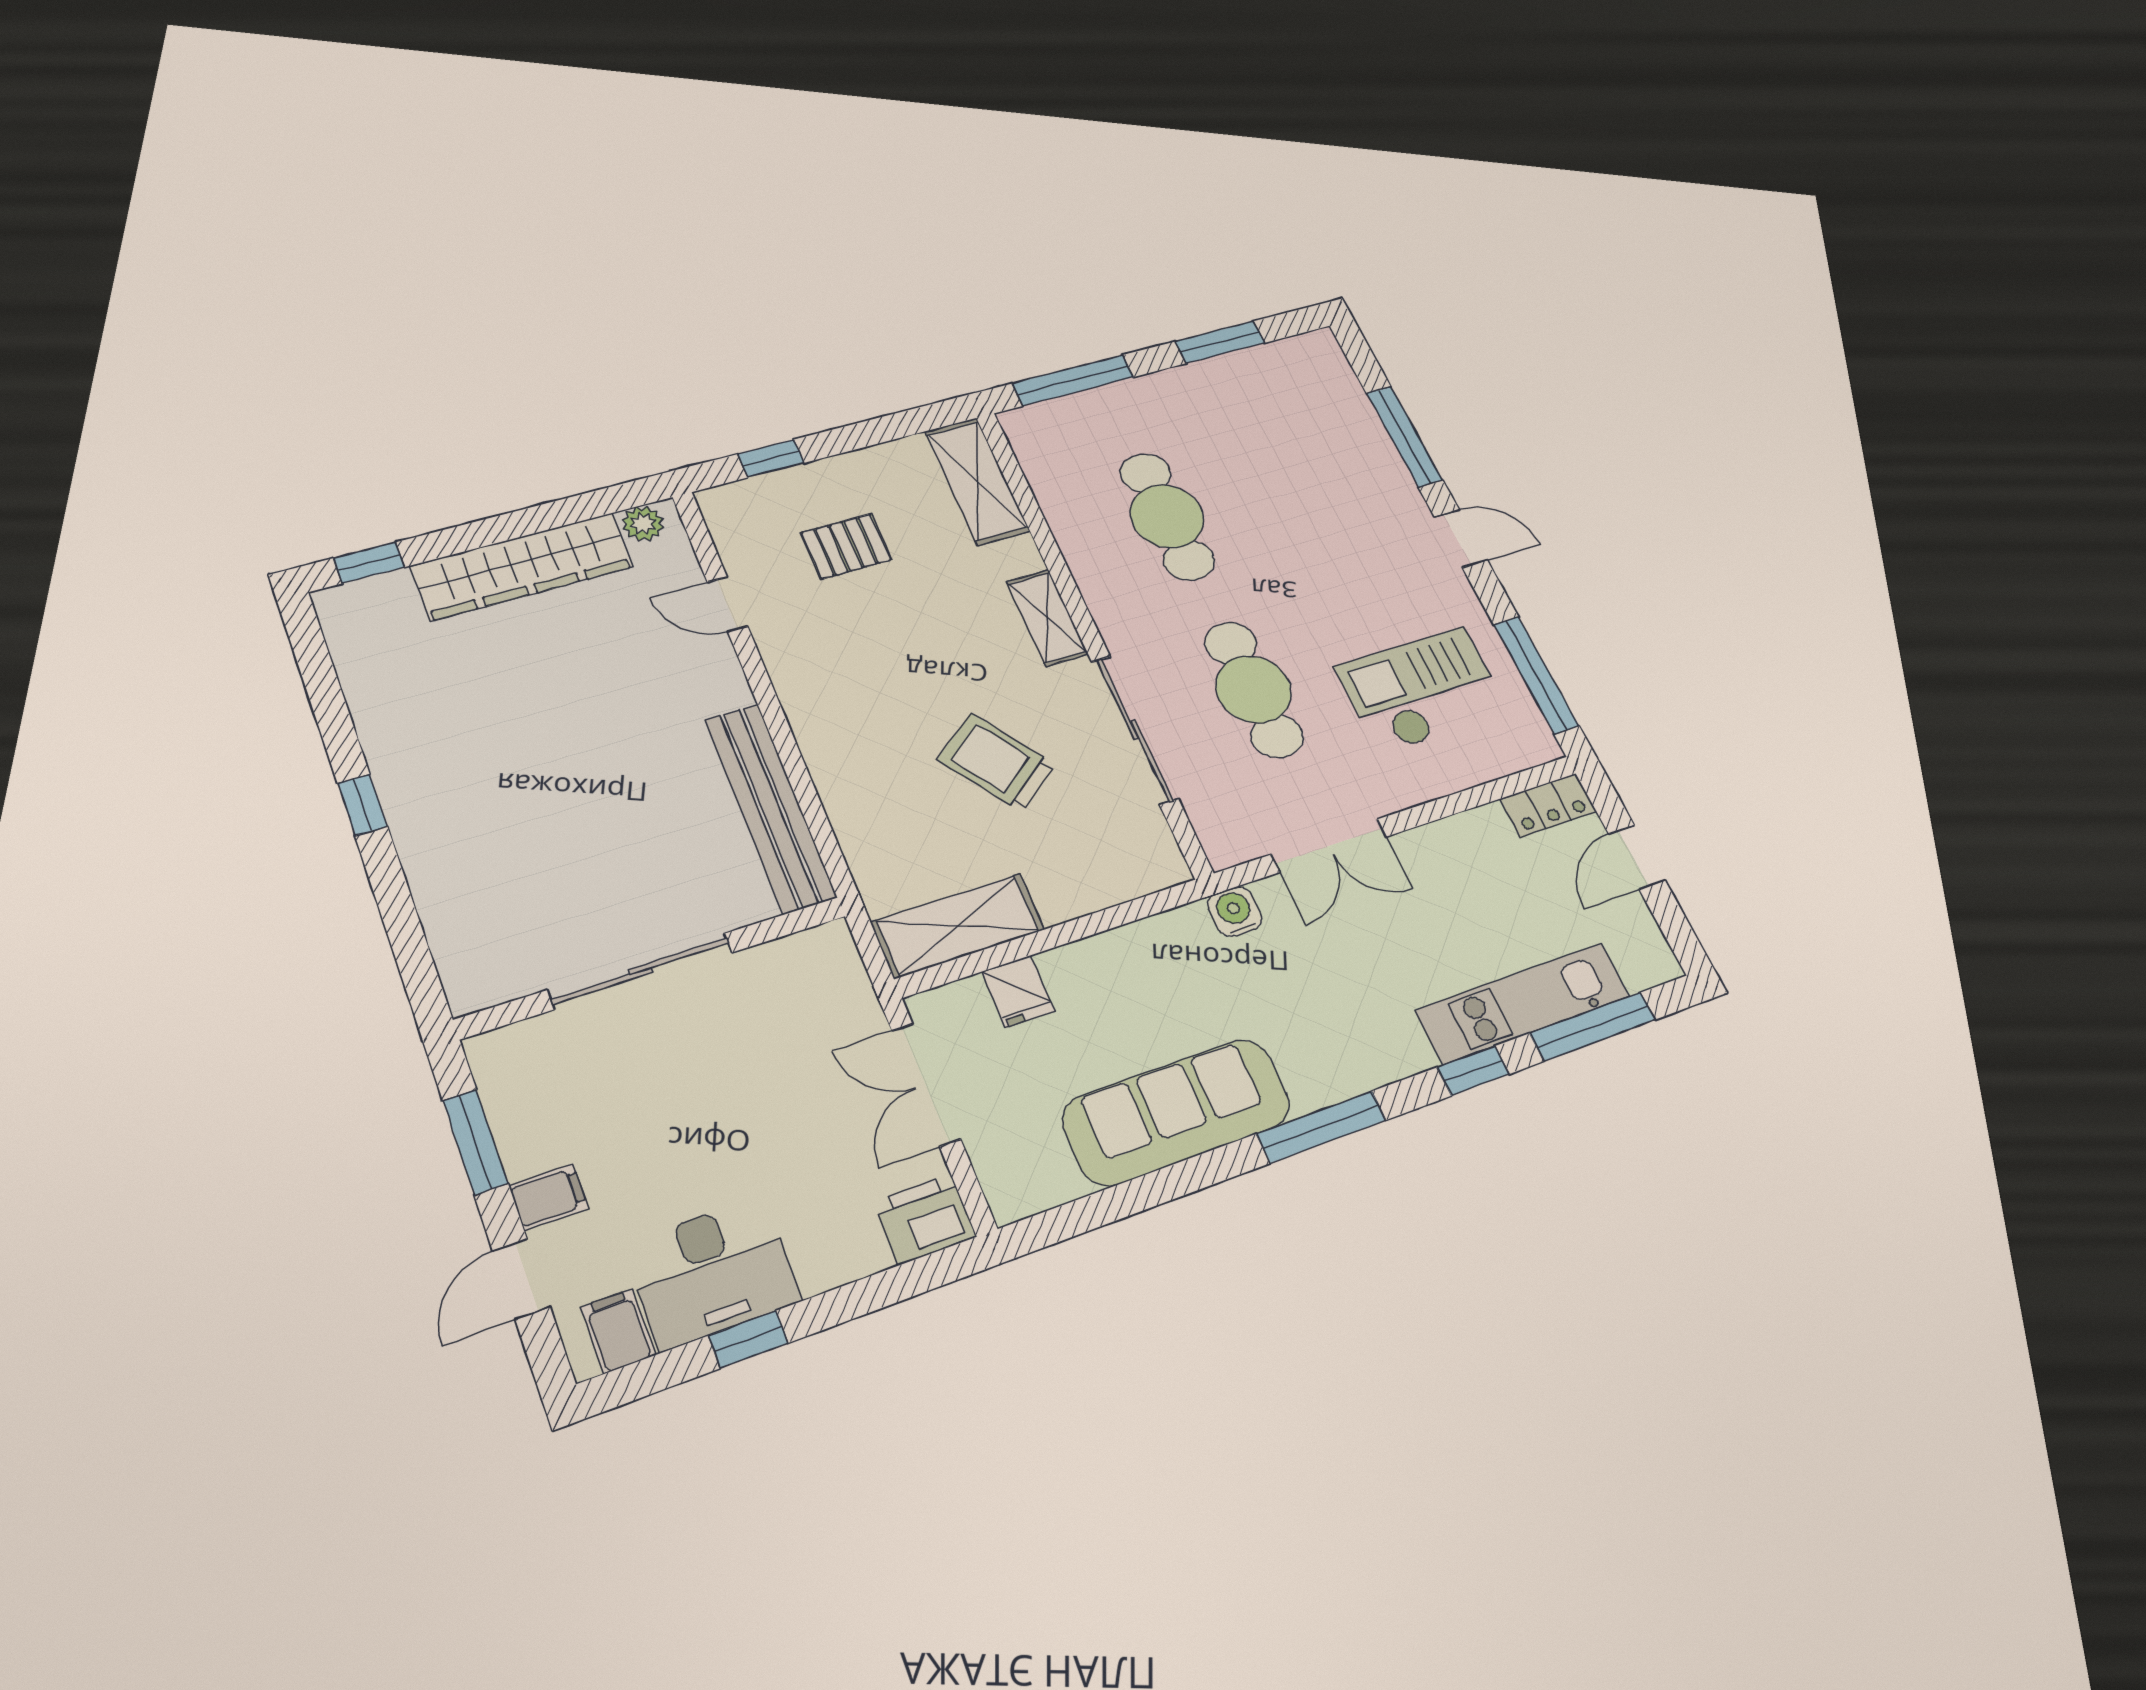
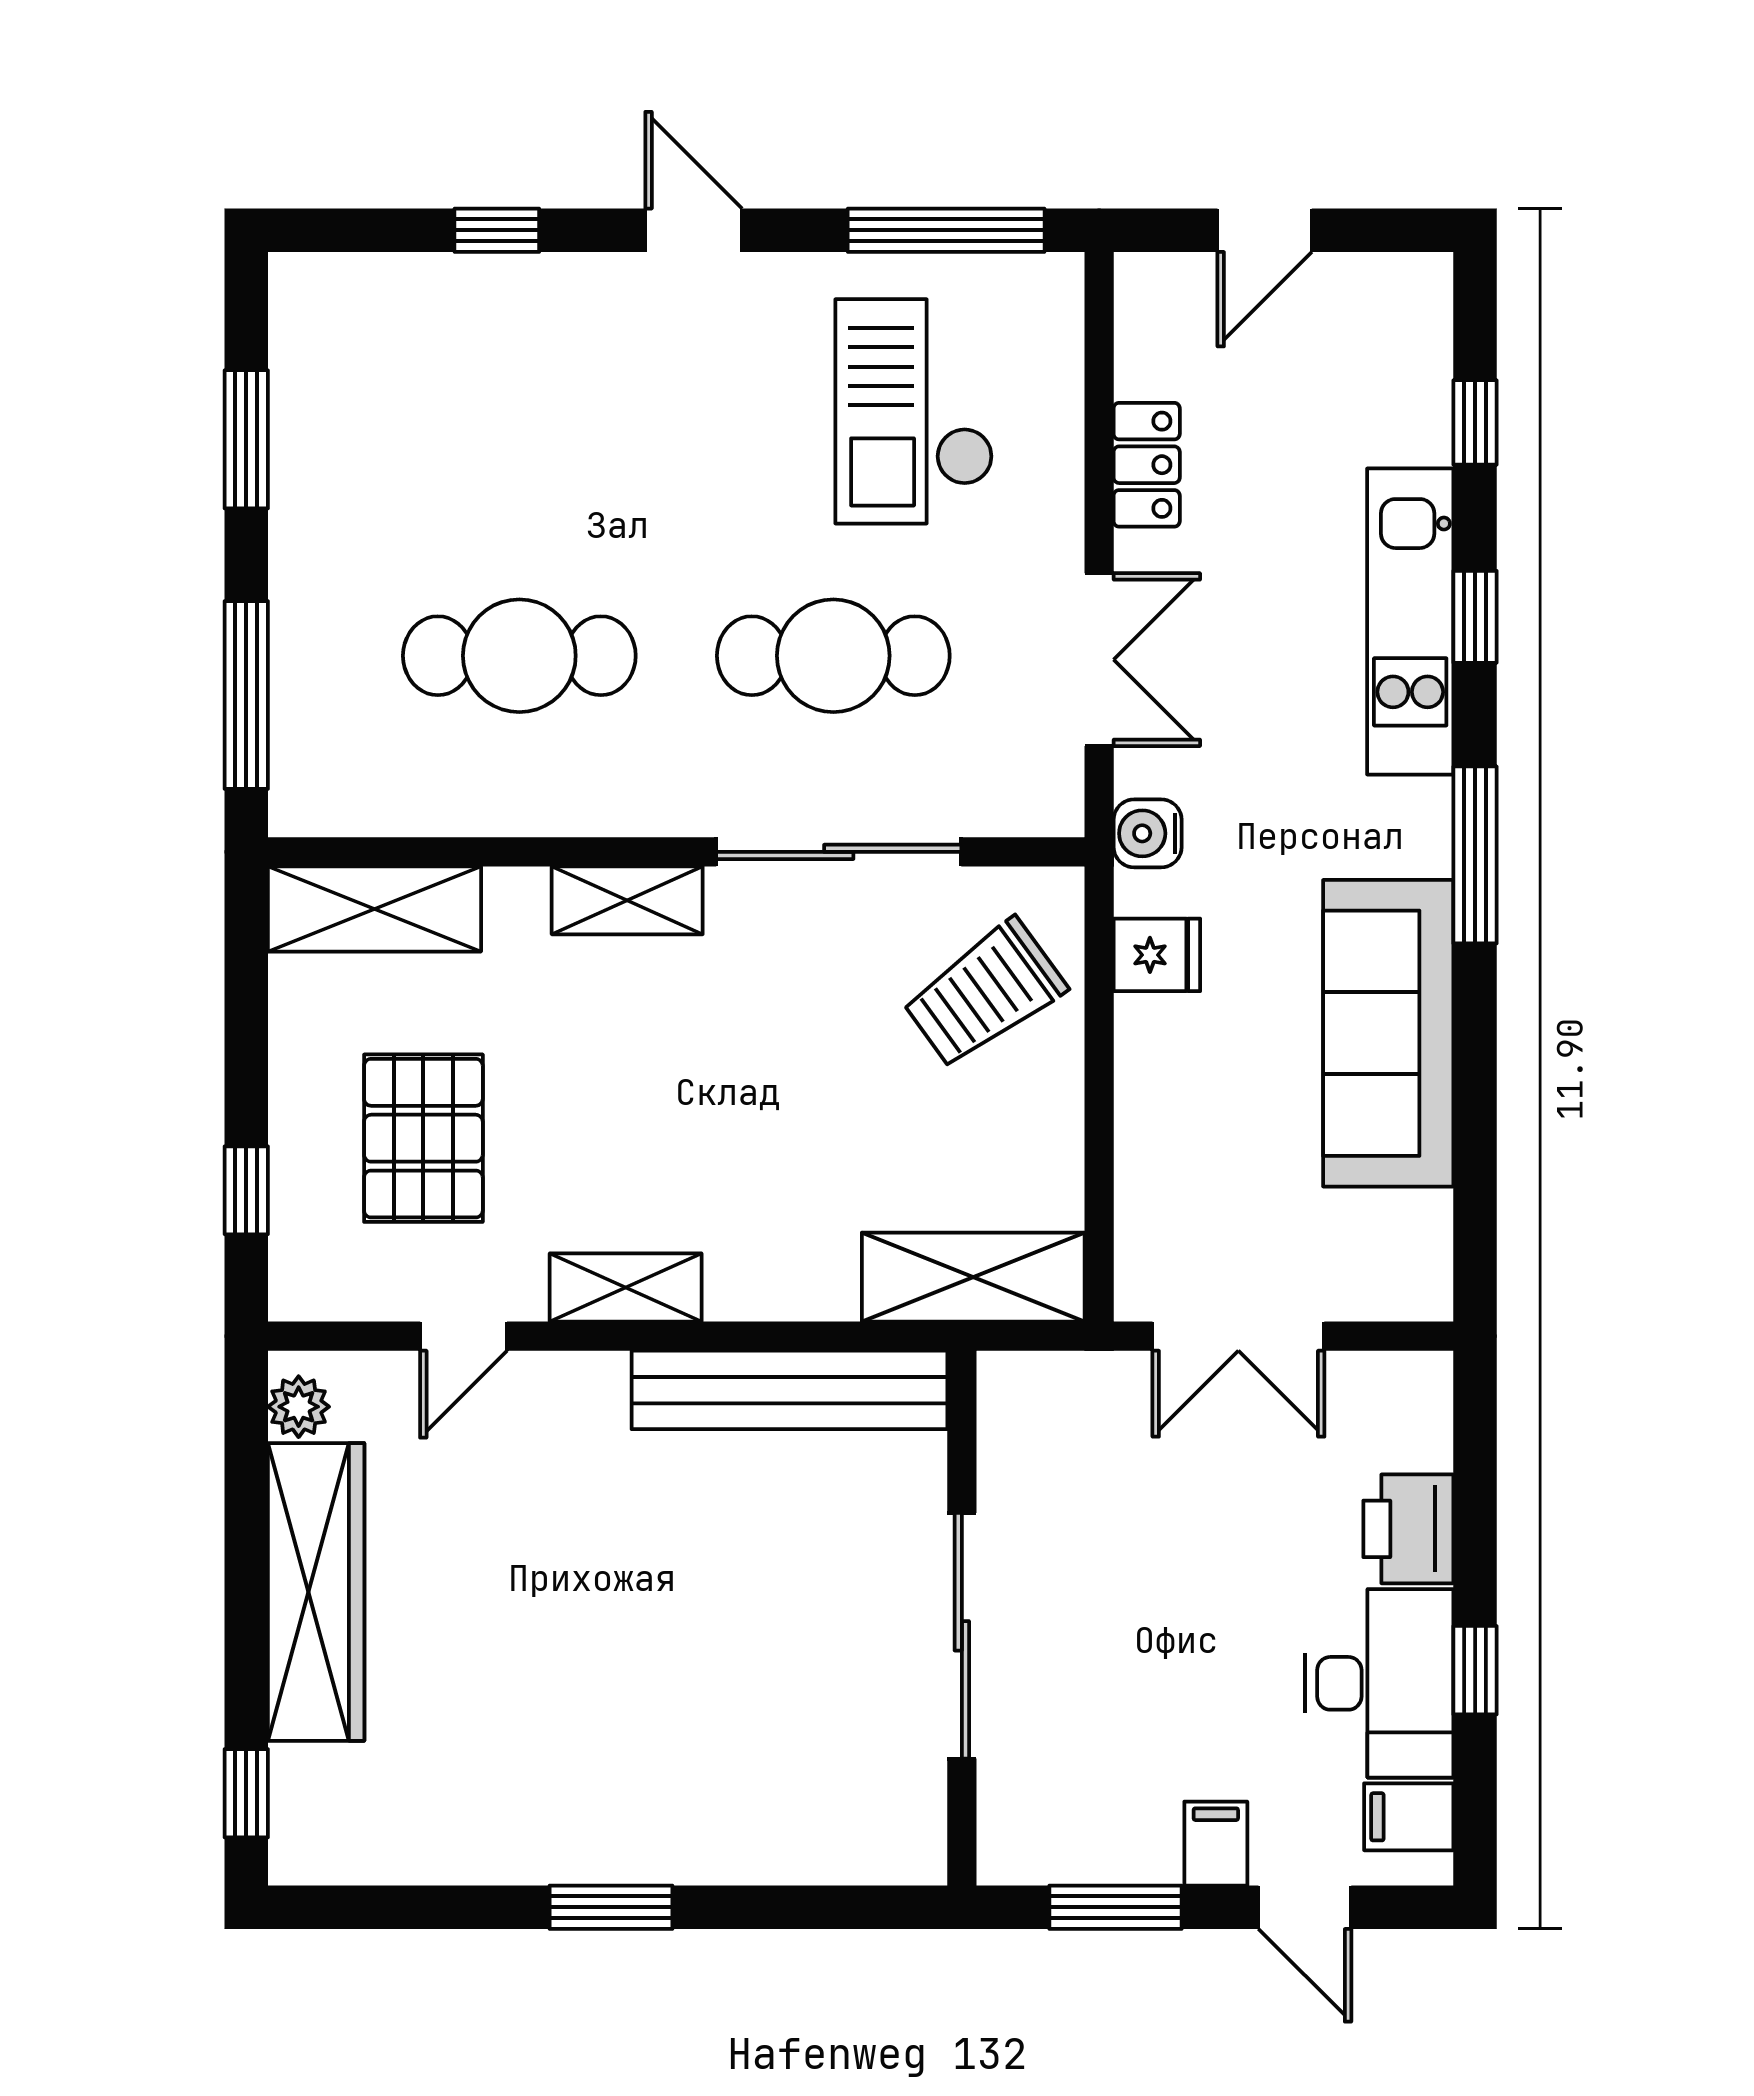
window: (1404, 436) -> (497, 230), width x0.46
door: (1461, 538) -> (694, 230), hinge flipped
pallet: (846, 546) -> (423, 1138), width x1.50, depth x1.42
shelving: (799, 689) -> (626, 1288), added
trolley: (996, 762) -> (984, 994), moved
window: (362, 805) -> (611, 1907), width x1.50
locker: (1548, 805) -> (1147, 465), moved
door: (1637, 857) -> (1265, 230), hinge flipped
shelving: (958, 926) -> (973, 1277), moved, turned 90
fridge: (1018, 991) -> (1157, 955), moved
kitchen unit: (1523, 1003) -> (1410, 621), moved
window: (1593, 1026) -> (1475, 422), width x0.46
printer: (925, 1219) -> (1408, 1529), moved

